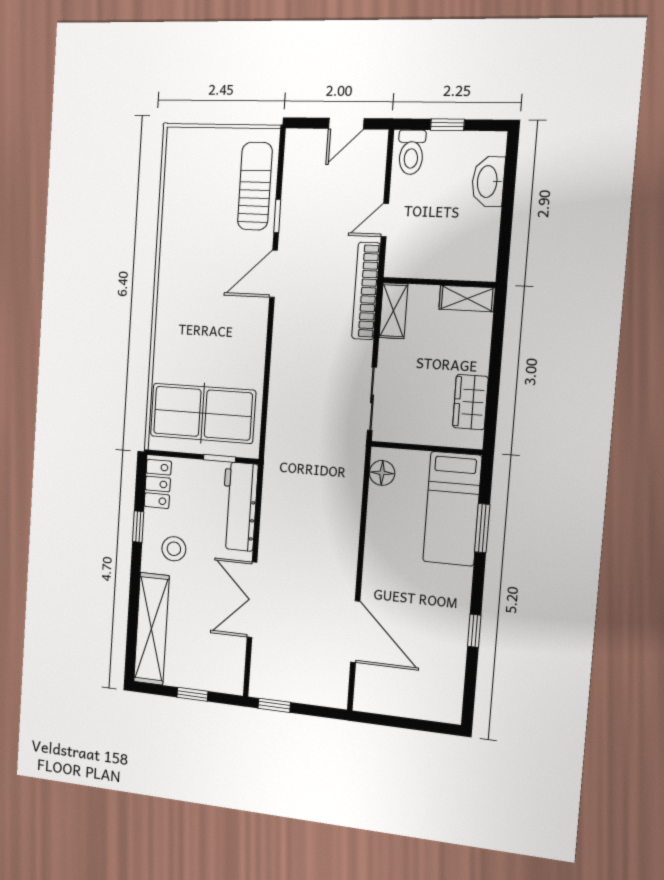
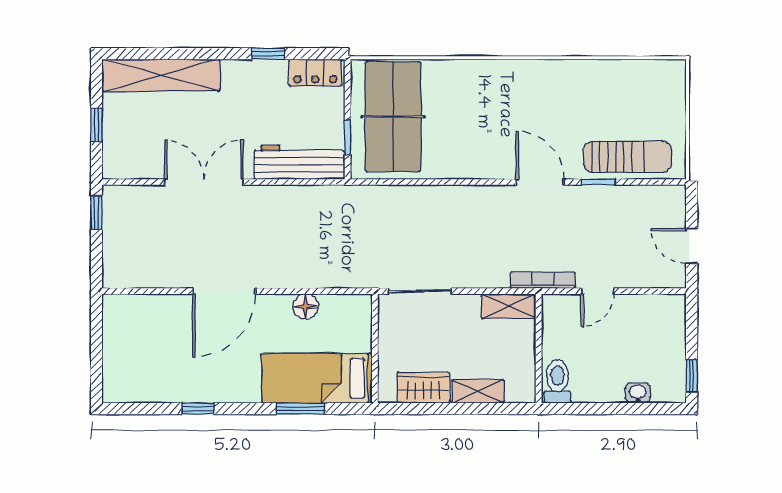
window: (447, 125) -> (692, 376), moved
toilet: (411, 152) -> (558, 381), moved, turned 90
washbasin: (488, 182) -> (638, 393), width x0.52, depth x0.69
door: (385, 220) -> (598, 291), swing flipped
bookcase: (366, 291) -> (543, 280), width x0.68, depth x0.76
shelving: (467, 299) -> (478, 391), moved, turned 90
floor lamp: (382, 473) -> (305, 307), moved
stool: (174, 549) -> (248, 95), removed
door: (355, 632) -> (224, 291), moved

